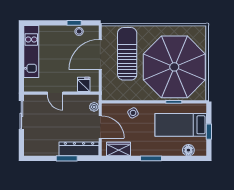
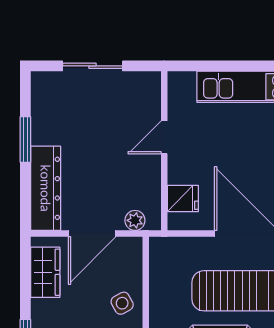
sliding door: (21, 115) -> (93, 66), moved
window: (67, 158) -> (25, 140), moved

